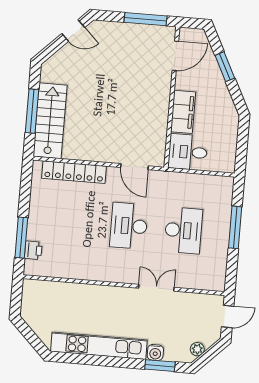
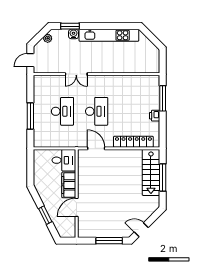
window: (145, 19) -> (109, 241), moved
door: (175, 56) -> (77, 207), moved
desk: (183, 230) -> (62, 111), turned 180
printer: (33, 250) -> (155, 116), moved

